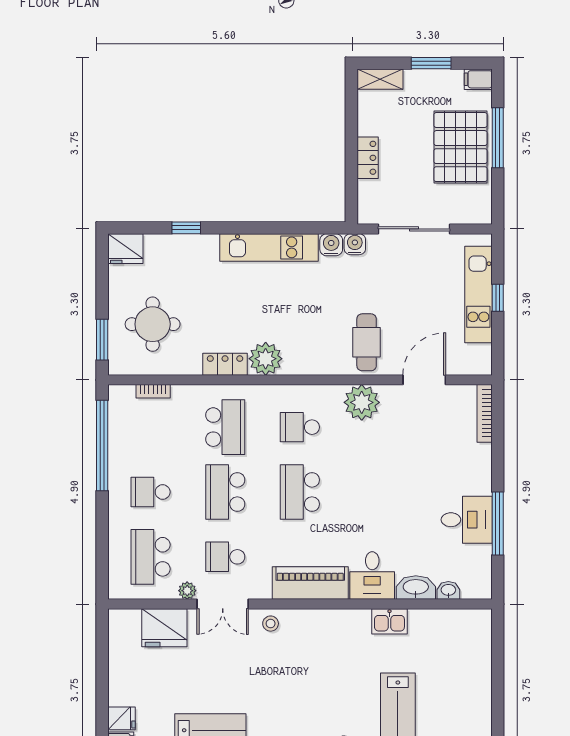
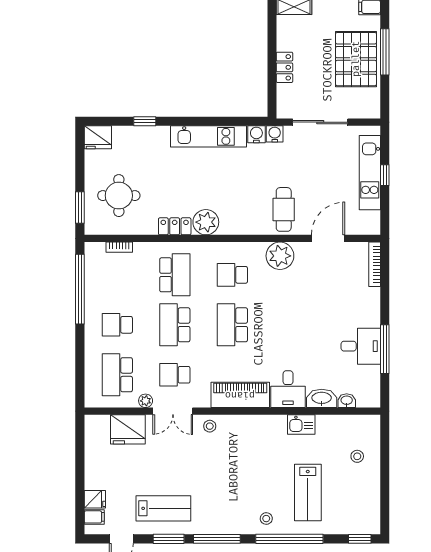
stool: (462, 663) -> (357, 456), added

